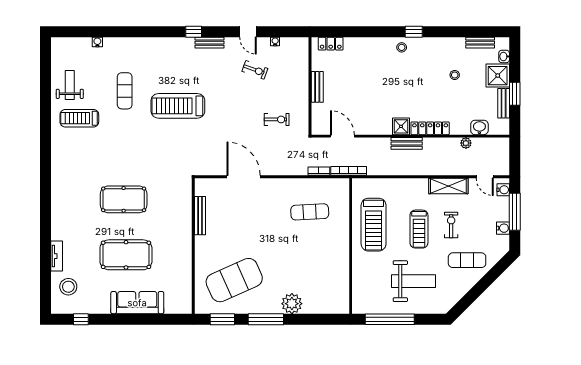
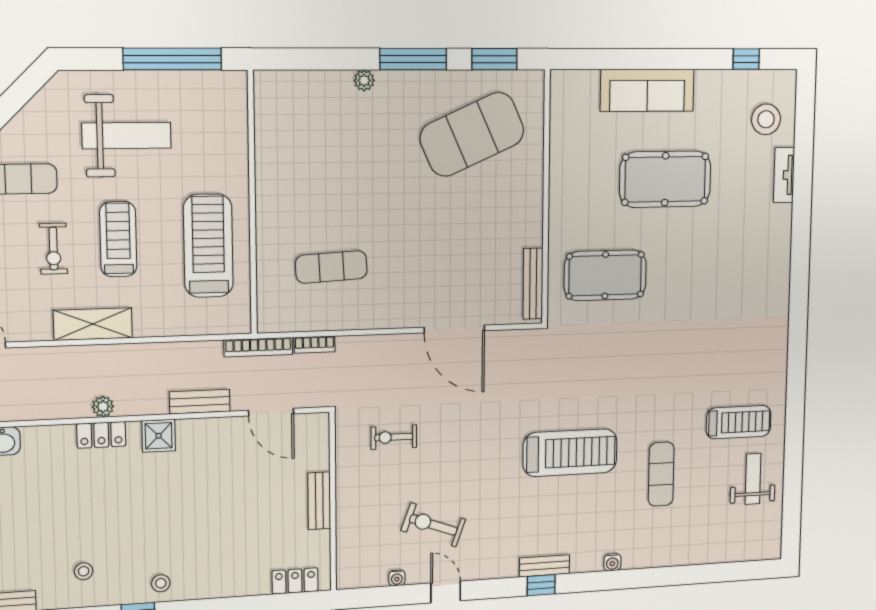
water cooler: (97, 42) -> (612, 562), moved
bench: (209, 43) -> (544, 566), moved
exercise bike: (255, 70) -> (433, 525), width x1.38, depth x1.39
stool: (455, 75) -> (84, 571), moved
weight bench: (70, 85) -> (753, 479), turned 180
locker: (430, 128) -> (101, 435), width x0.66
bench: (407, 143) -> (200, 402), moved
plant: (466, 143) -> (103, 407), moved
shelving: (448, 186) -> (93, 324), moved
pool table: (124, 199) -> (605, 275), moved
bench: (200, 216) -> (533, 284), moved
weight bench: (413, 281) -> (126, 136), turned 180
plant: (292, 304) -> (364, 80), width x0.53, depth x0.53

